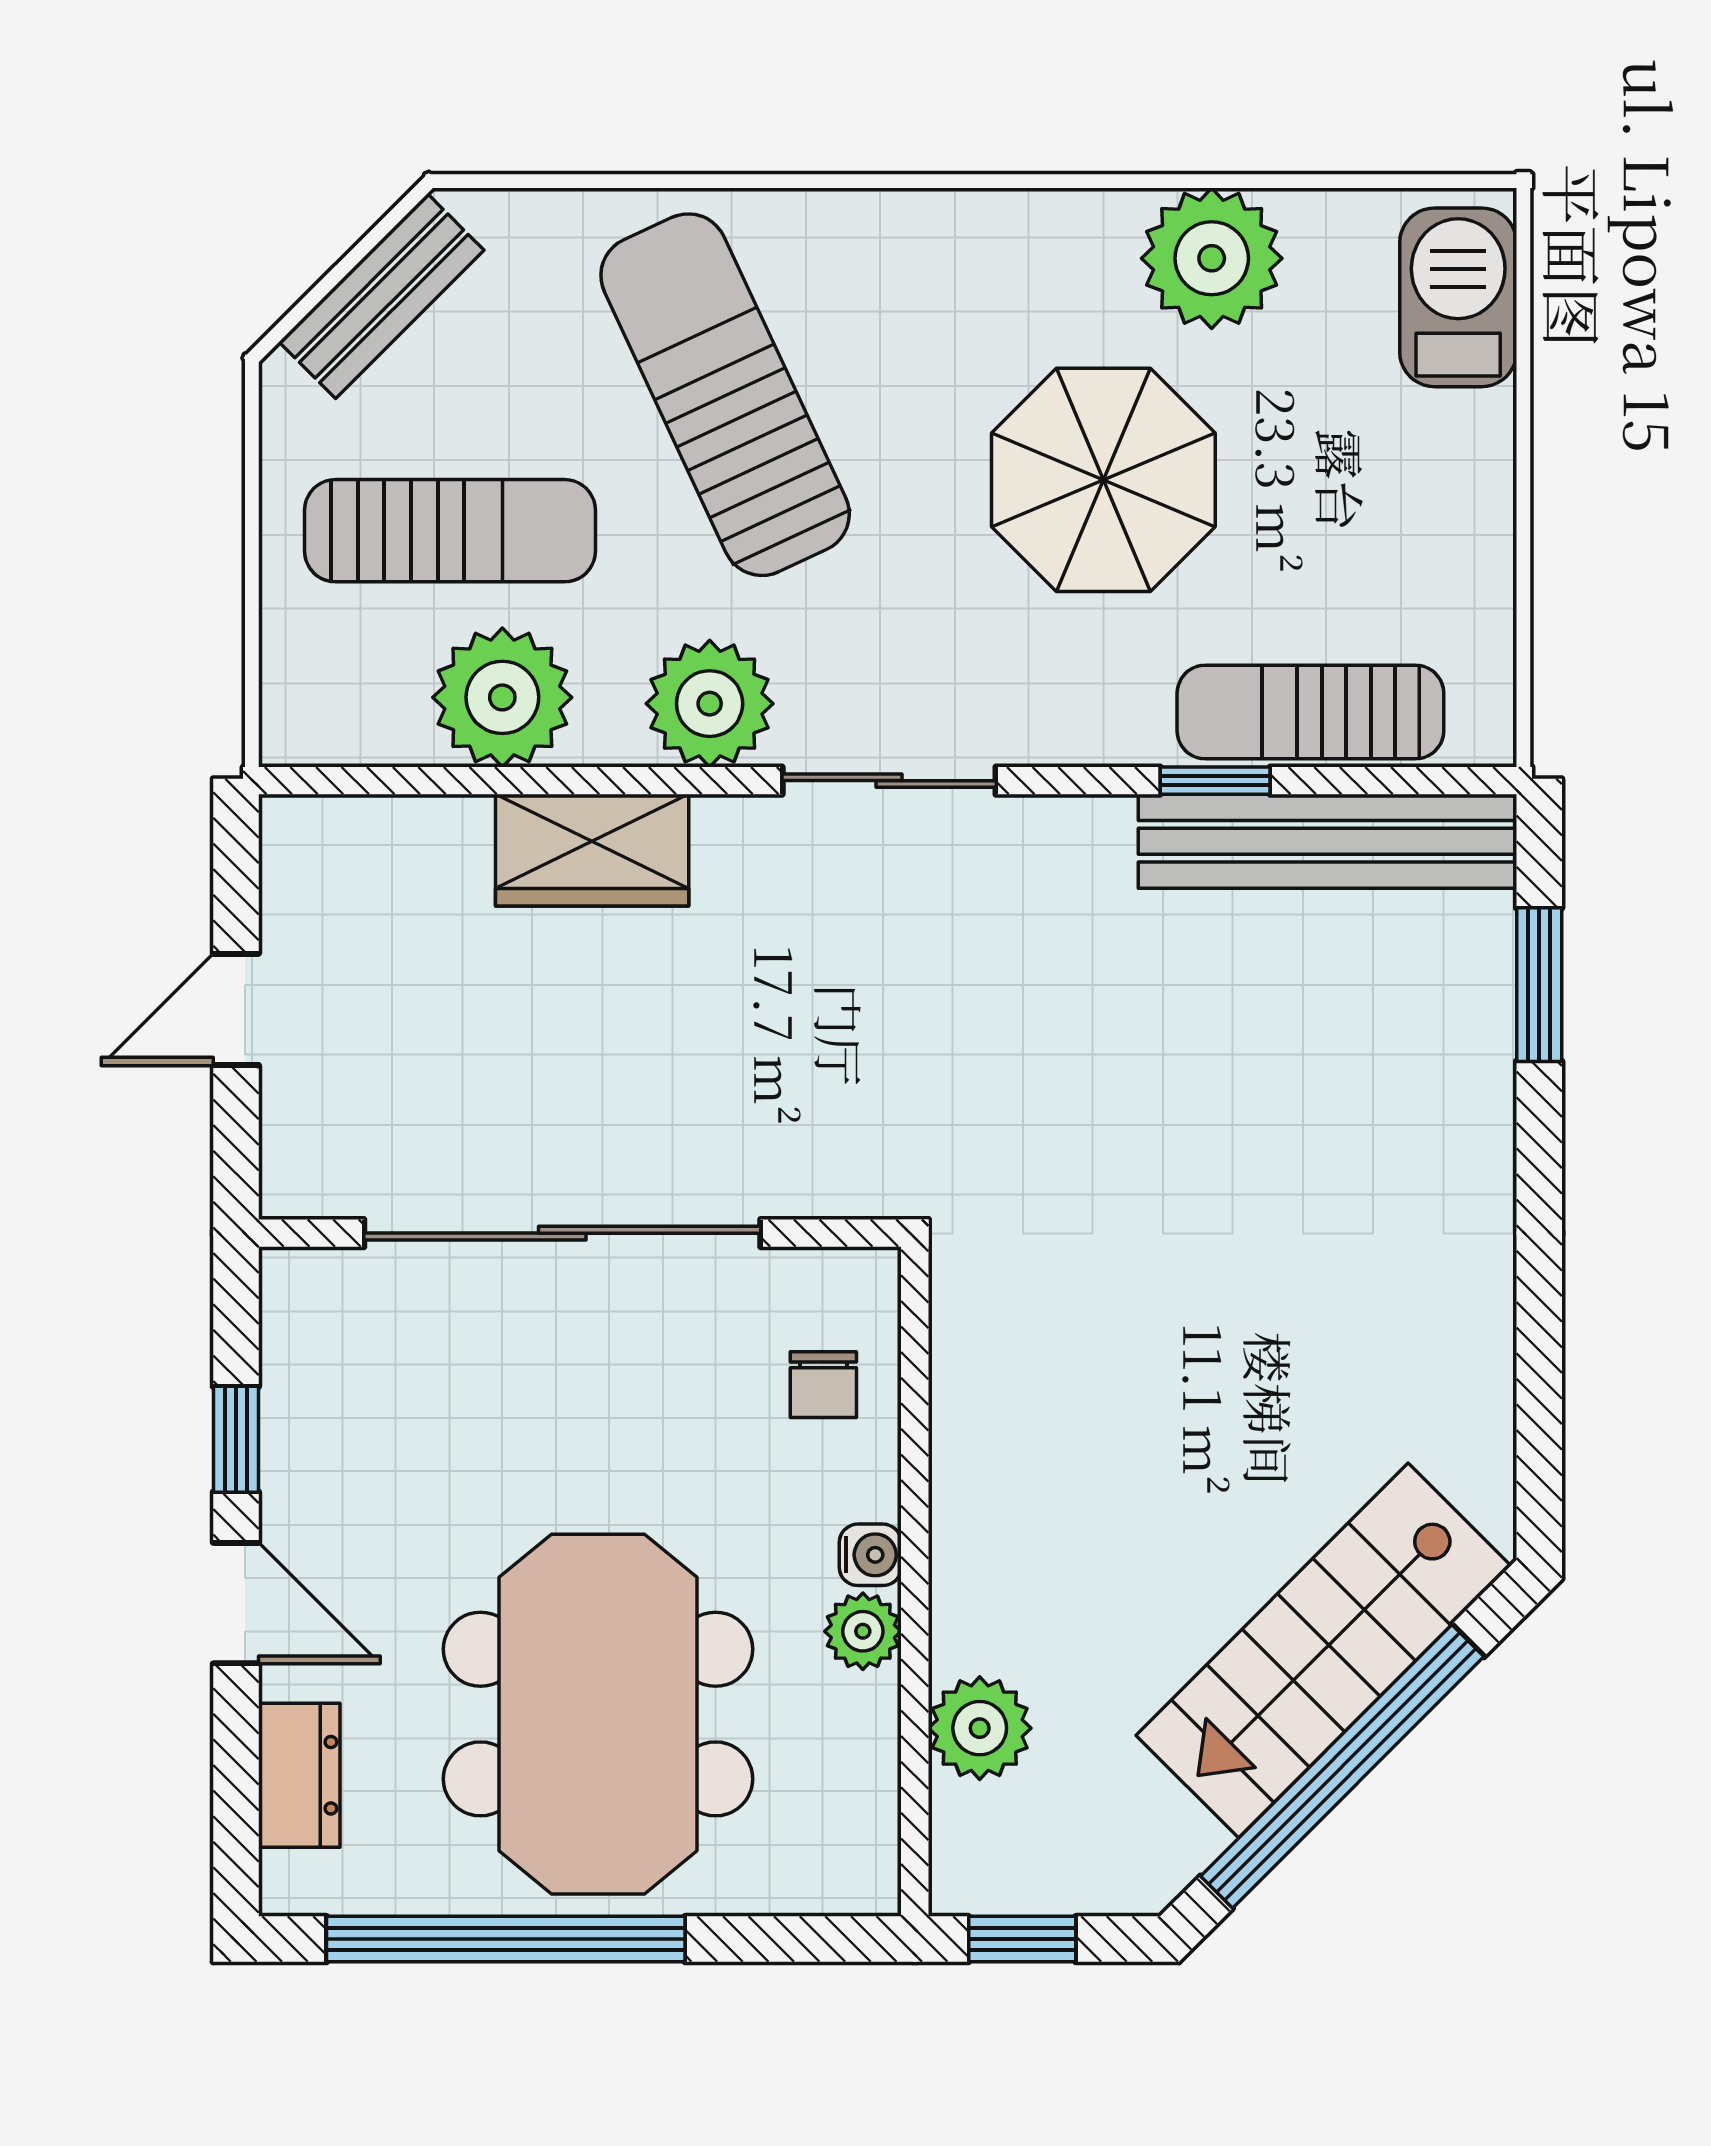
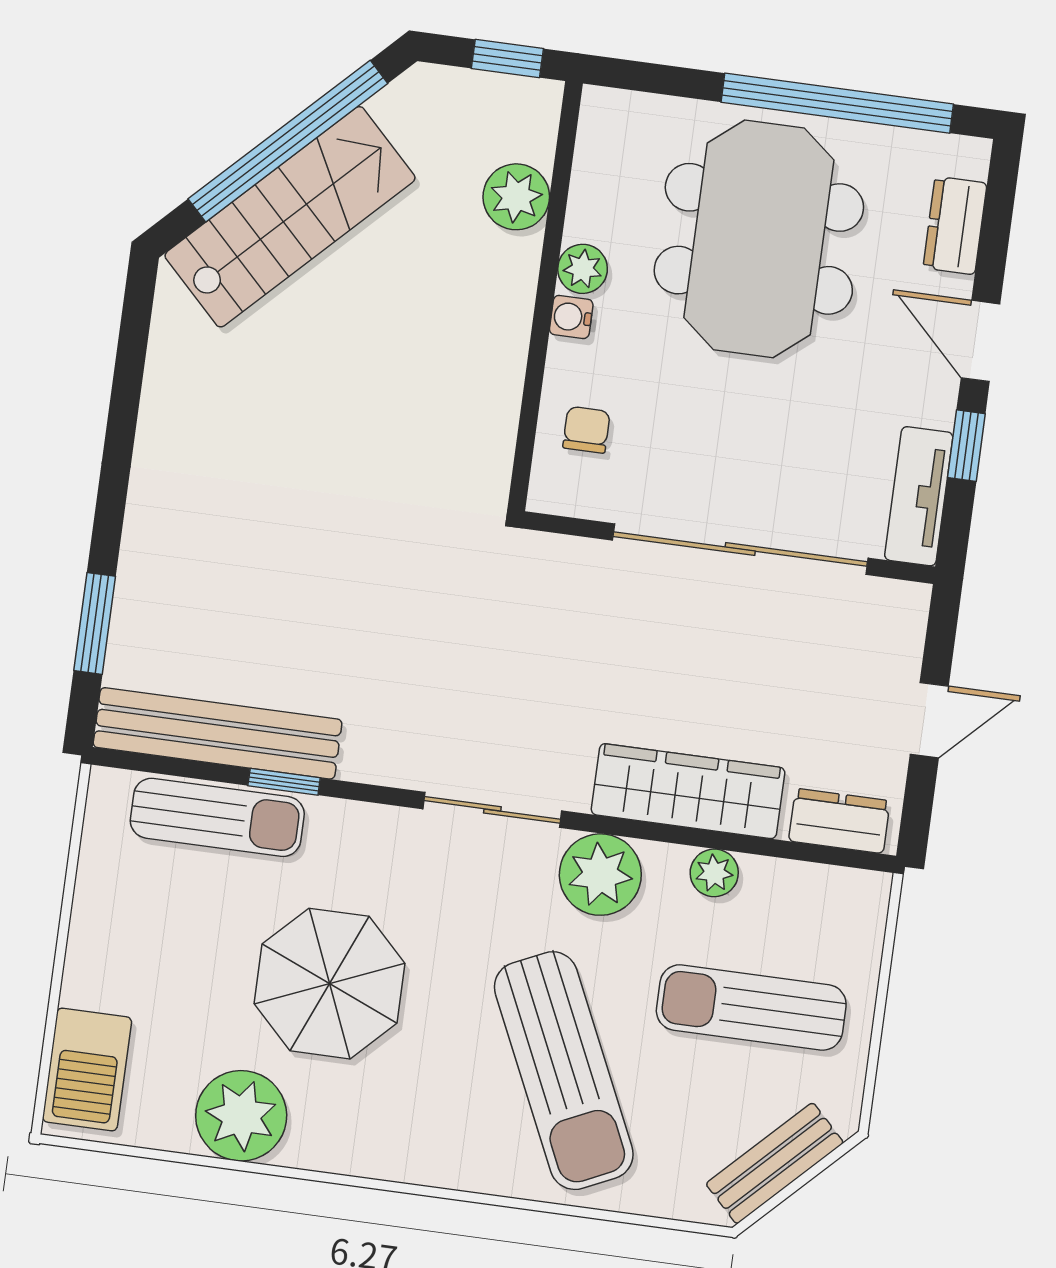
plant: (502, 697) -> (714, 873), width x0.53, depth x0.53
dresser: (353, 836) -> (839, 821), added
wardrobe: (592, 850) -> (688, 791), width x1.50
tv unit: (299, 1352) -> (919, 496), added

